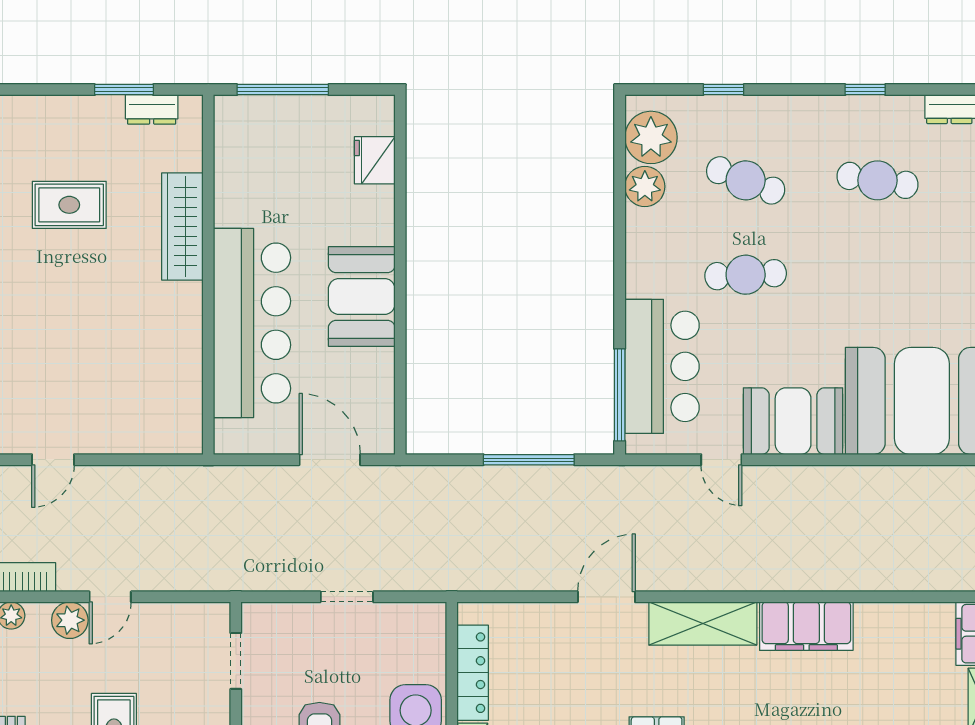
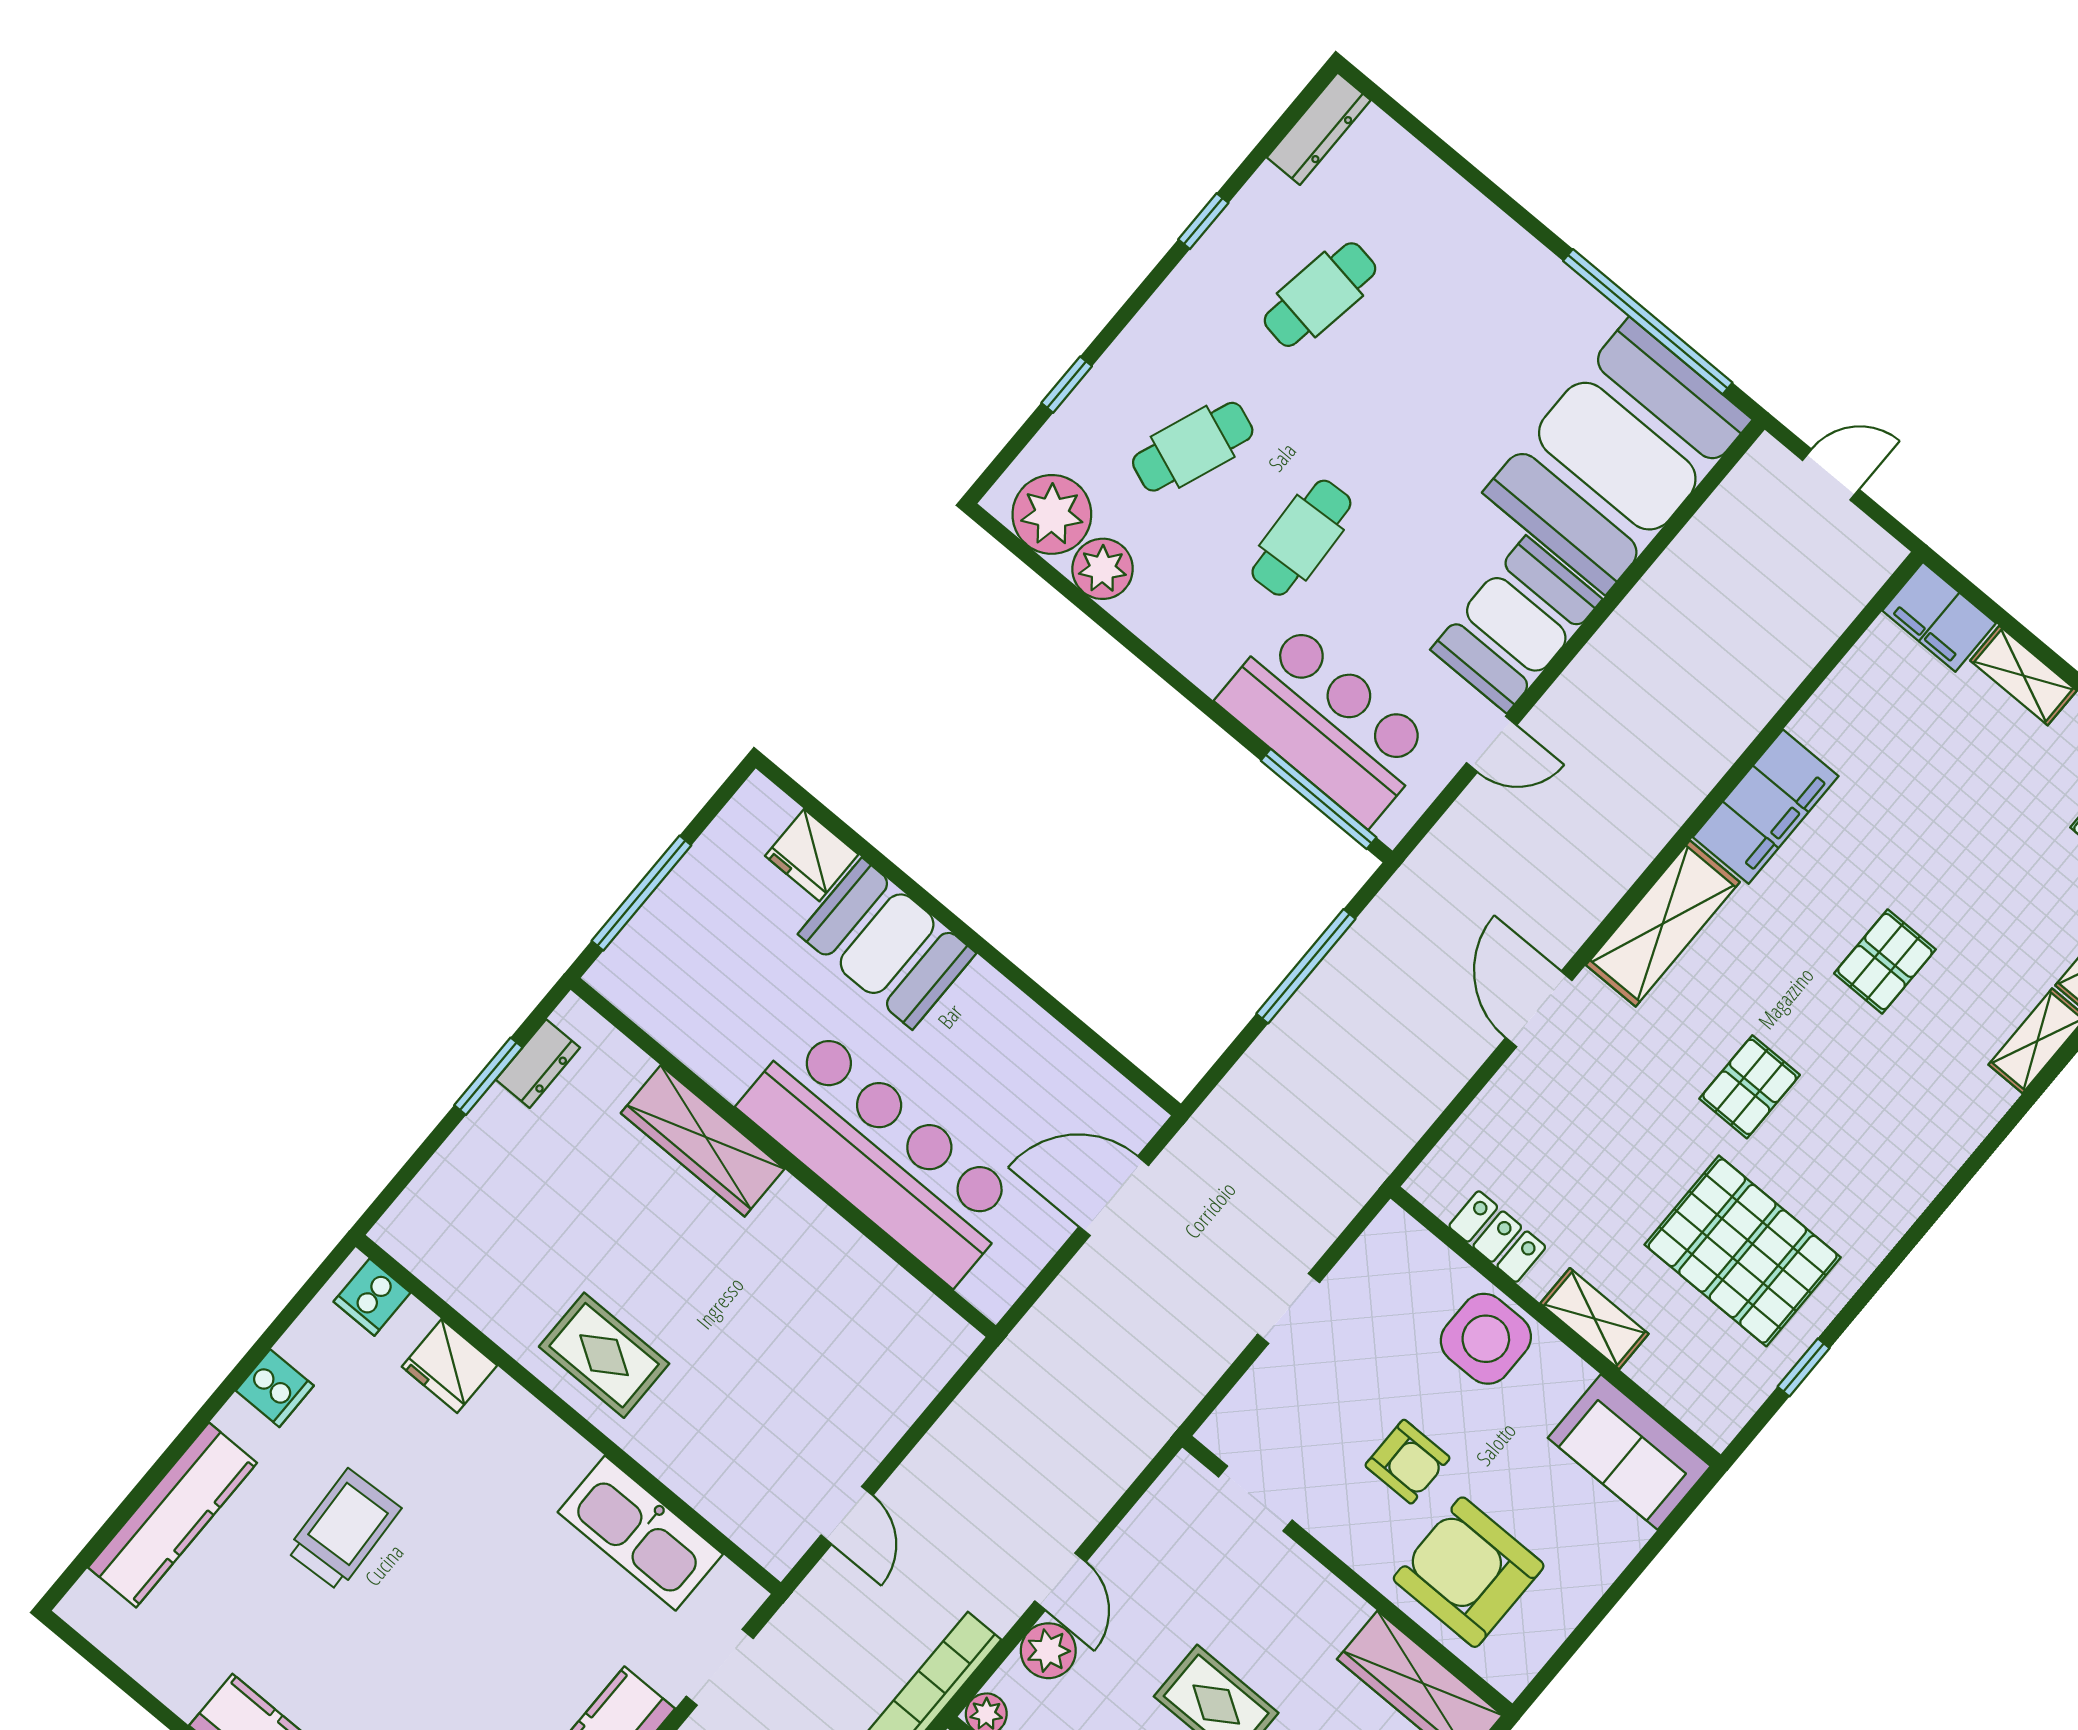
rug: (69, 205) -> (604, 1355), moved, turned 90
booth: (362, 296) -> (887, 944), moved
locker: (473, 673) -> (1497, 1237), width x0.66

